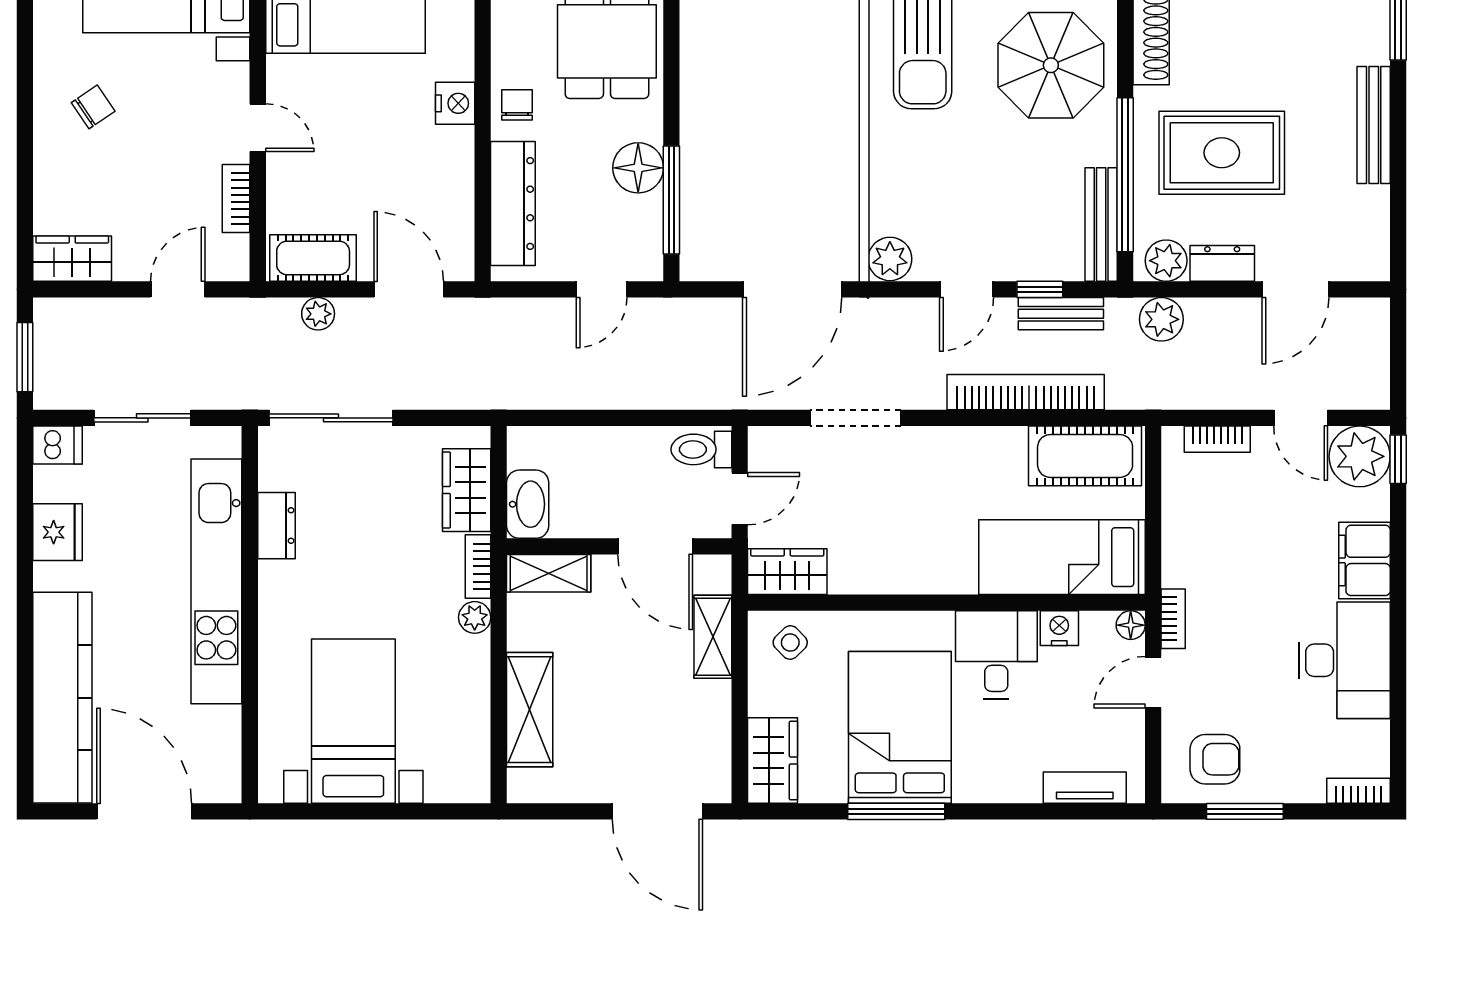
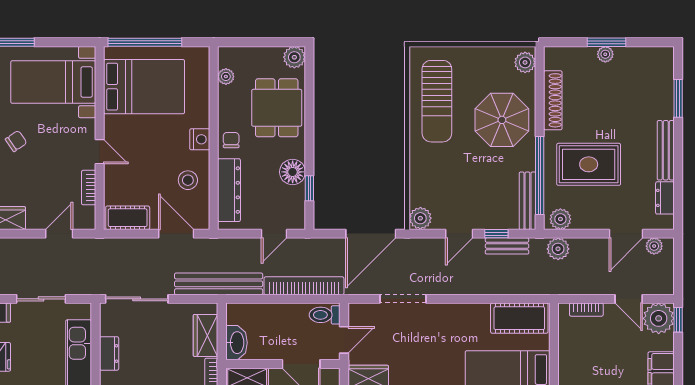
stool: (432, 184) -> (188, 180), added
window: (671, 200) -> (309, 188), width x0.46
dresser: (1222, 263) -> (665, 198), moved, turned -90
plant: (318, 314) -> (654, 246), moved
bench: (492, 388) -> (219, 284), added
bookcase: (1026, 392) -> (304, 286), moved

